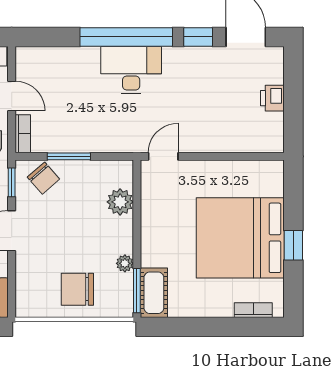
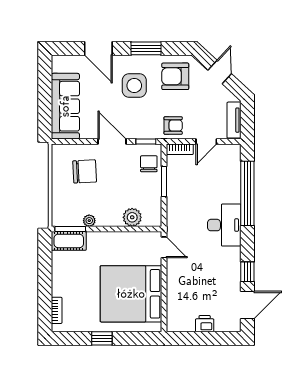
window: (126, 37) -> (247, 193), moved
chair: (43, 178) -> (149, 164), turned 131
bed: (240, 238) -> (131, 294), moved, turned -90
chair: (77, 289) -> (85, 171), moved, turned 87

